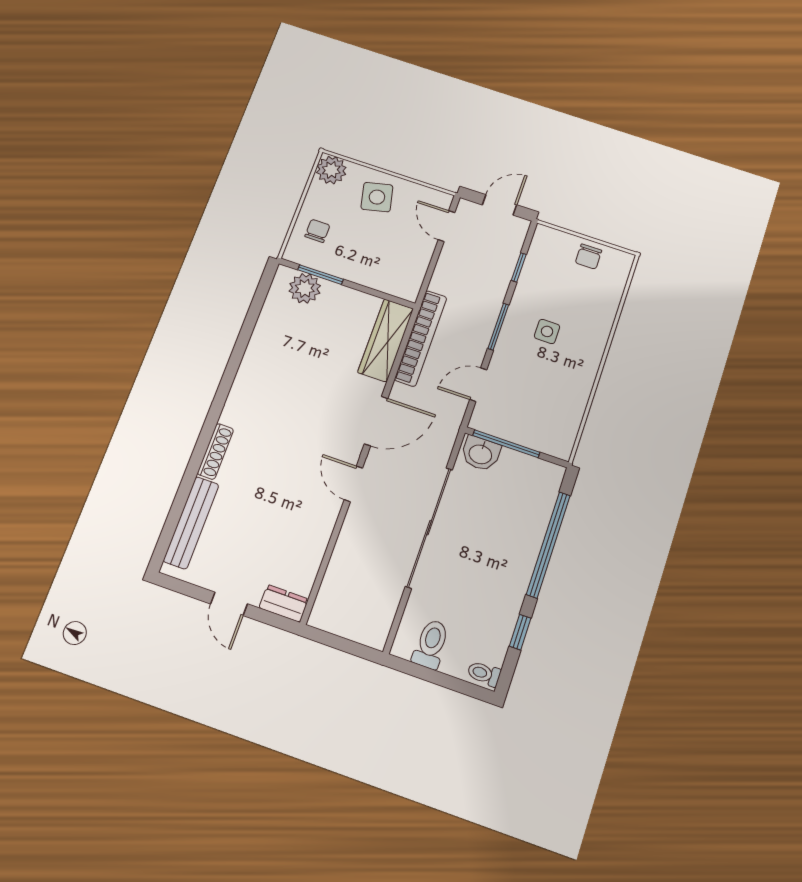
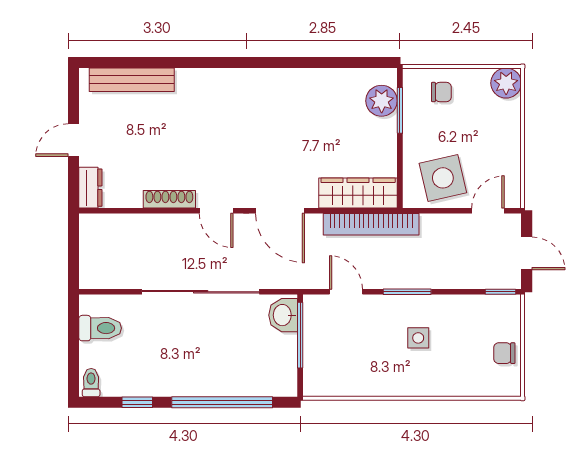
side table: (377, 197) -> (443, 178), moved, width x1.37, depth x1.37
window: (519, 267) -> (501, 292), moved
shoe rack: (215, 451) -> (169, 199), moved, turned 180
door: (353, 484) -> (216, 211), swing flipped

